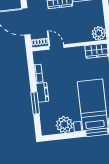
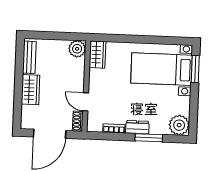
door: (56, 47) -> (86, 102), hinge flipped
plant: (64, 125) -> (179, 125), moved

